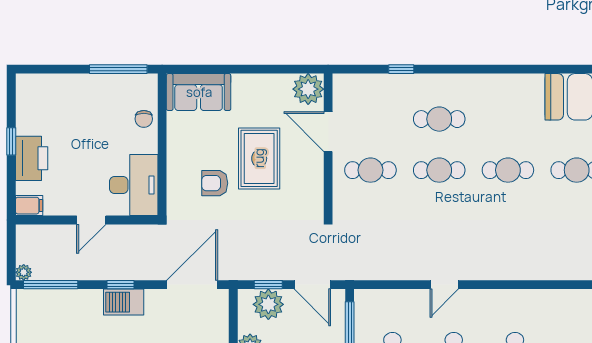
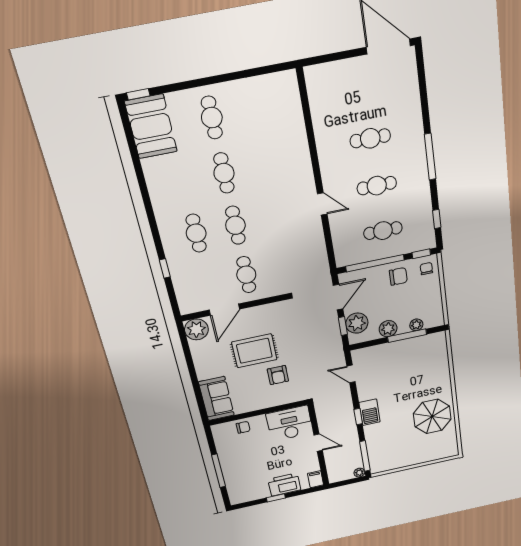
window: (118, 69) -> (219, 471), moved
door: (192, 285) -> (351, 374), width x0.53

